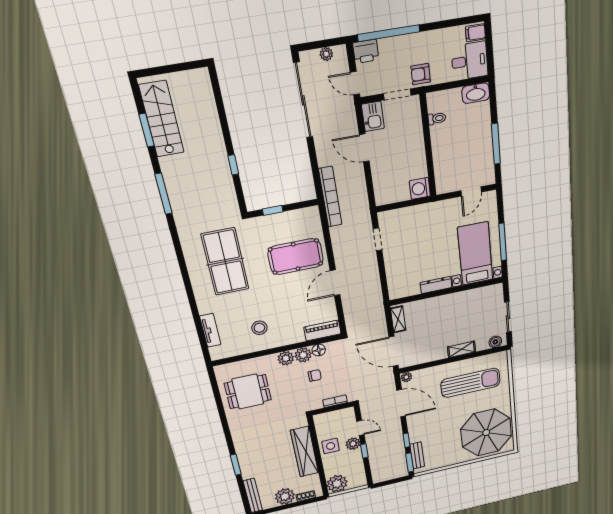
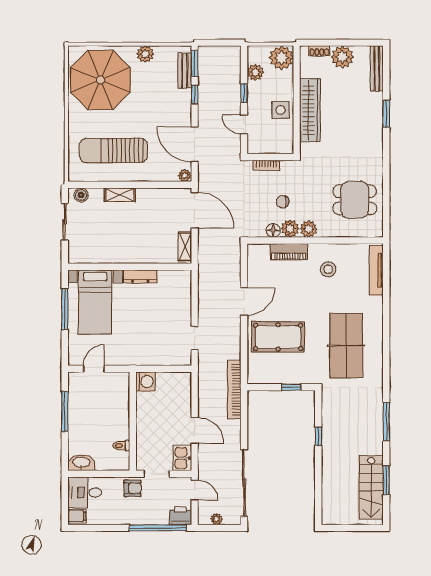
tv unit: (210, 330) -> (376, 270), width x1.41
piano: (322, 330) -> (289, 252), moved
plant: (353, 444) -> (255, 72), moved
plant: (451, 459) -> (145, 54), added

